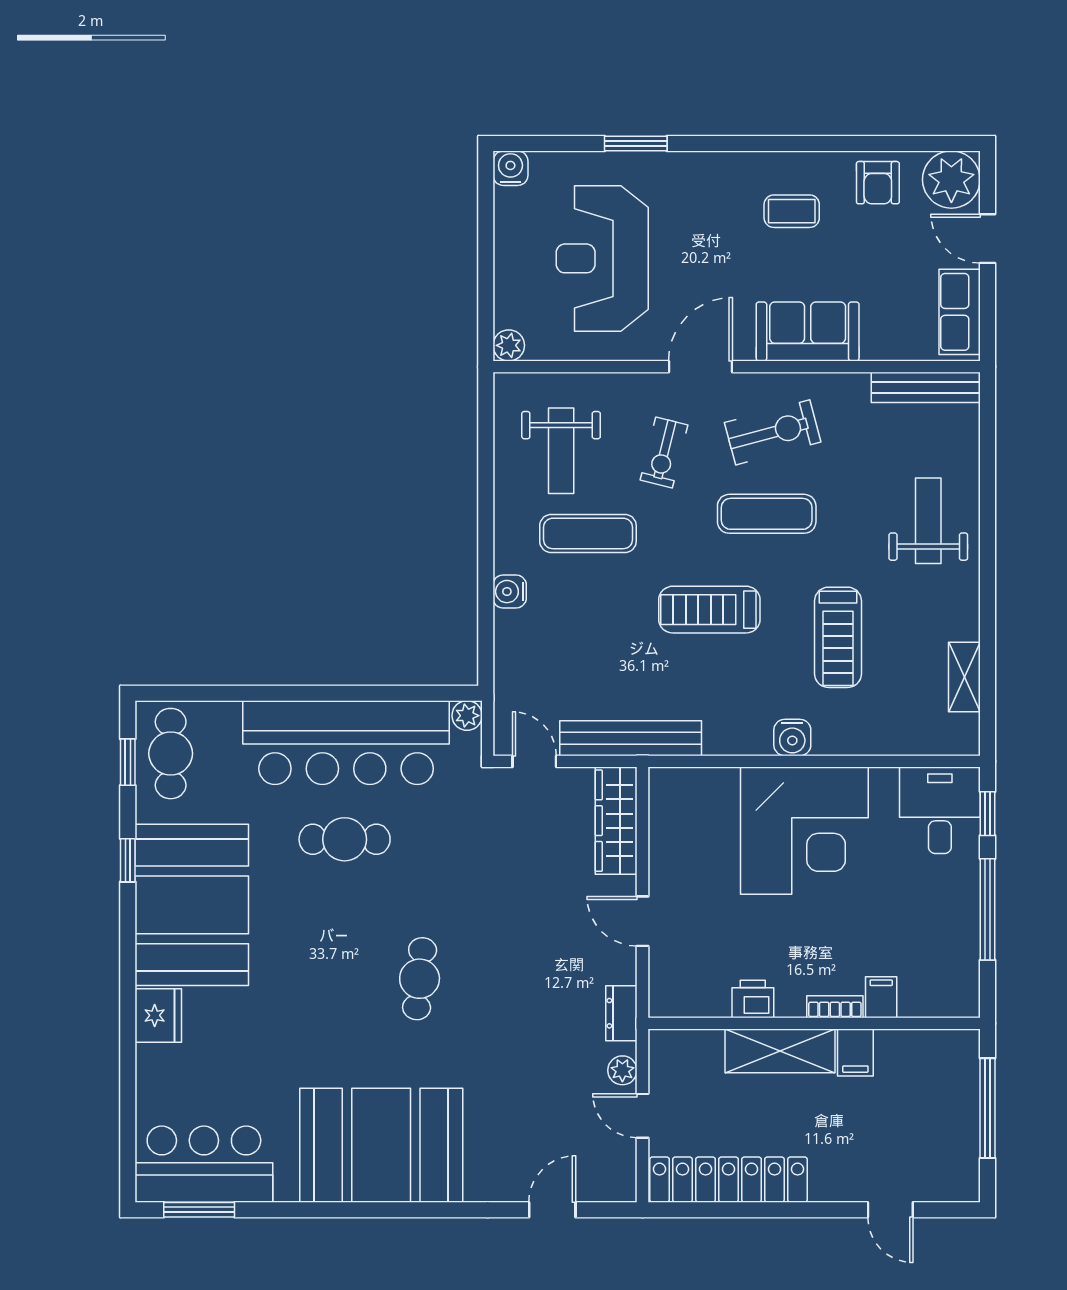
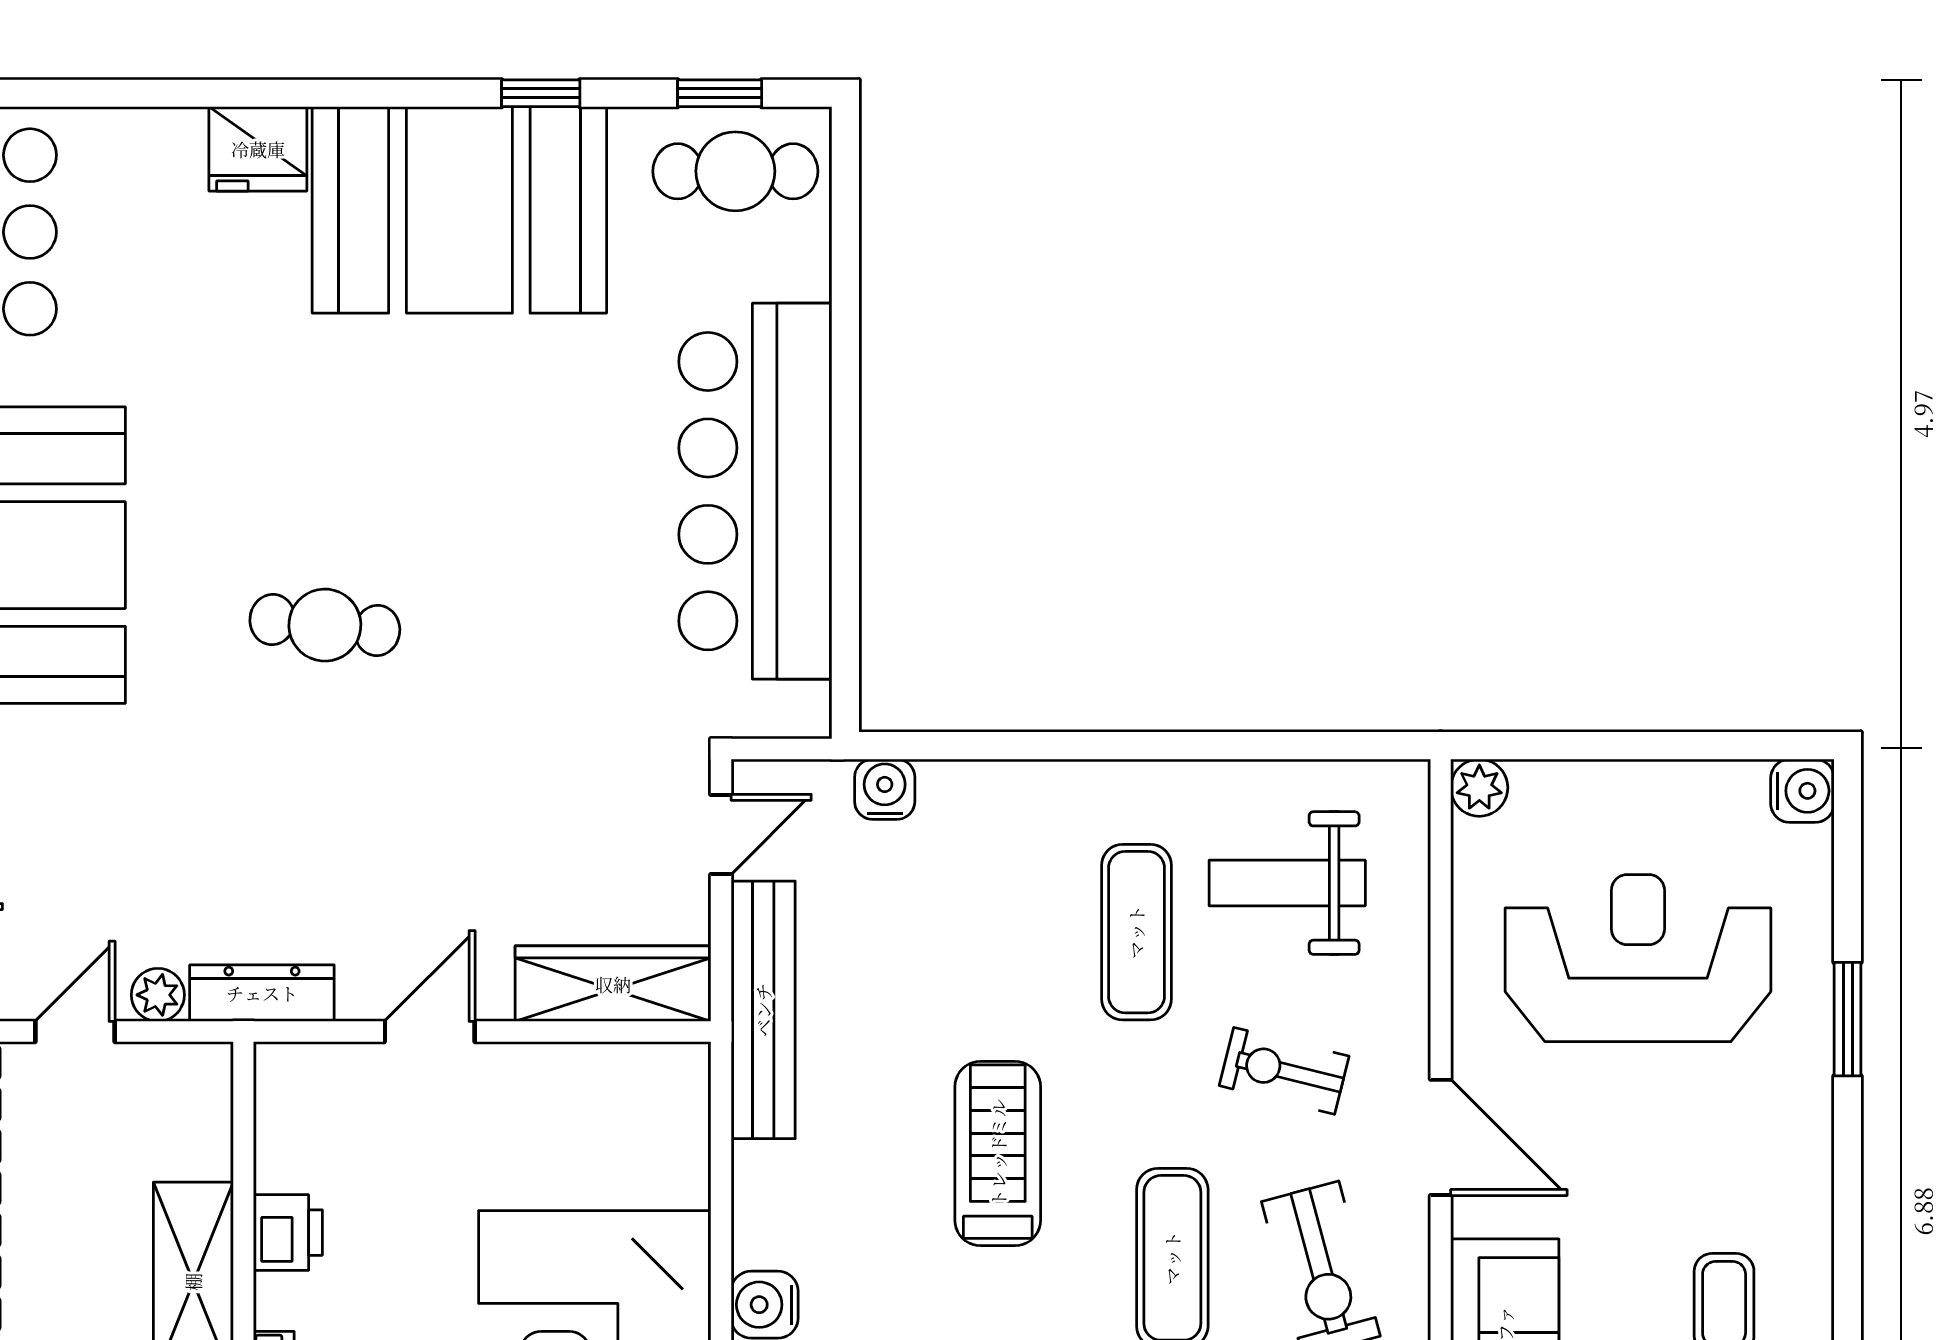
water cooler: (510, 592) -> (885, 789), moved
plant: (467, 716) -> (805, 712), removed
cafe table: (345, 839) -> (579, 488), removed
dresser: (621, 1013) -> (262, 993), width x1.44

